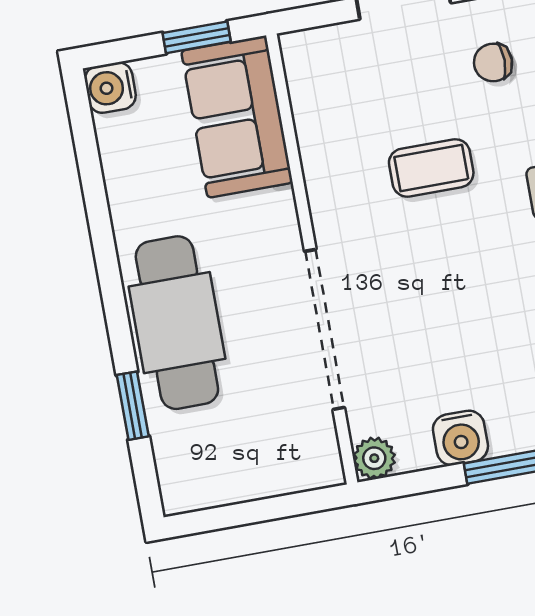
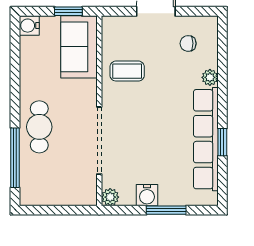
coffee table: (431, 168) -> (127, 71), moved
cafe table: (177, 323) -> (39, 127), width x0.73, depth x0.74
window: (133, 406) -> (15, 158), width x2.17

